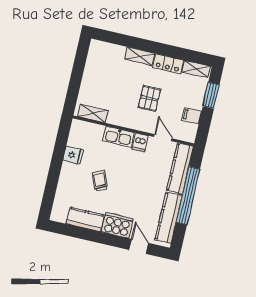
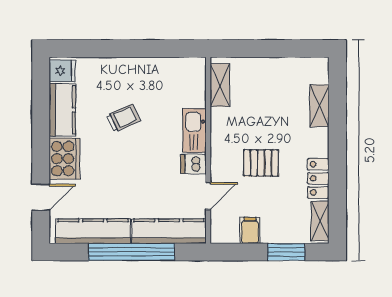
shelving: (140, 56) -> (319, 106), moved
fridge: (73, 155) -> (62, 71), moved, turned -90

